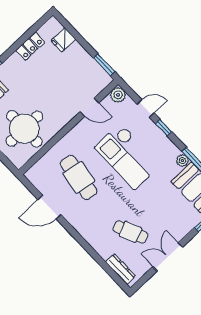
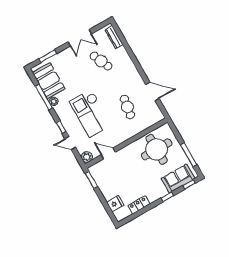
checkout: (127, 156) -> (91, 113), turned 180
cafe table: (79, 177) -> (127, 107), width x0.73, depth x0.74

